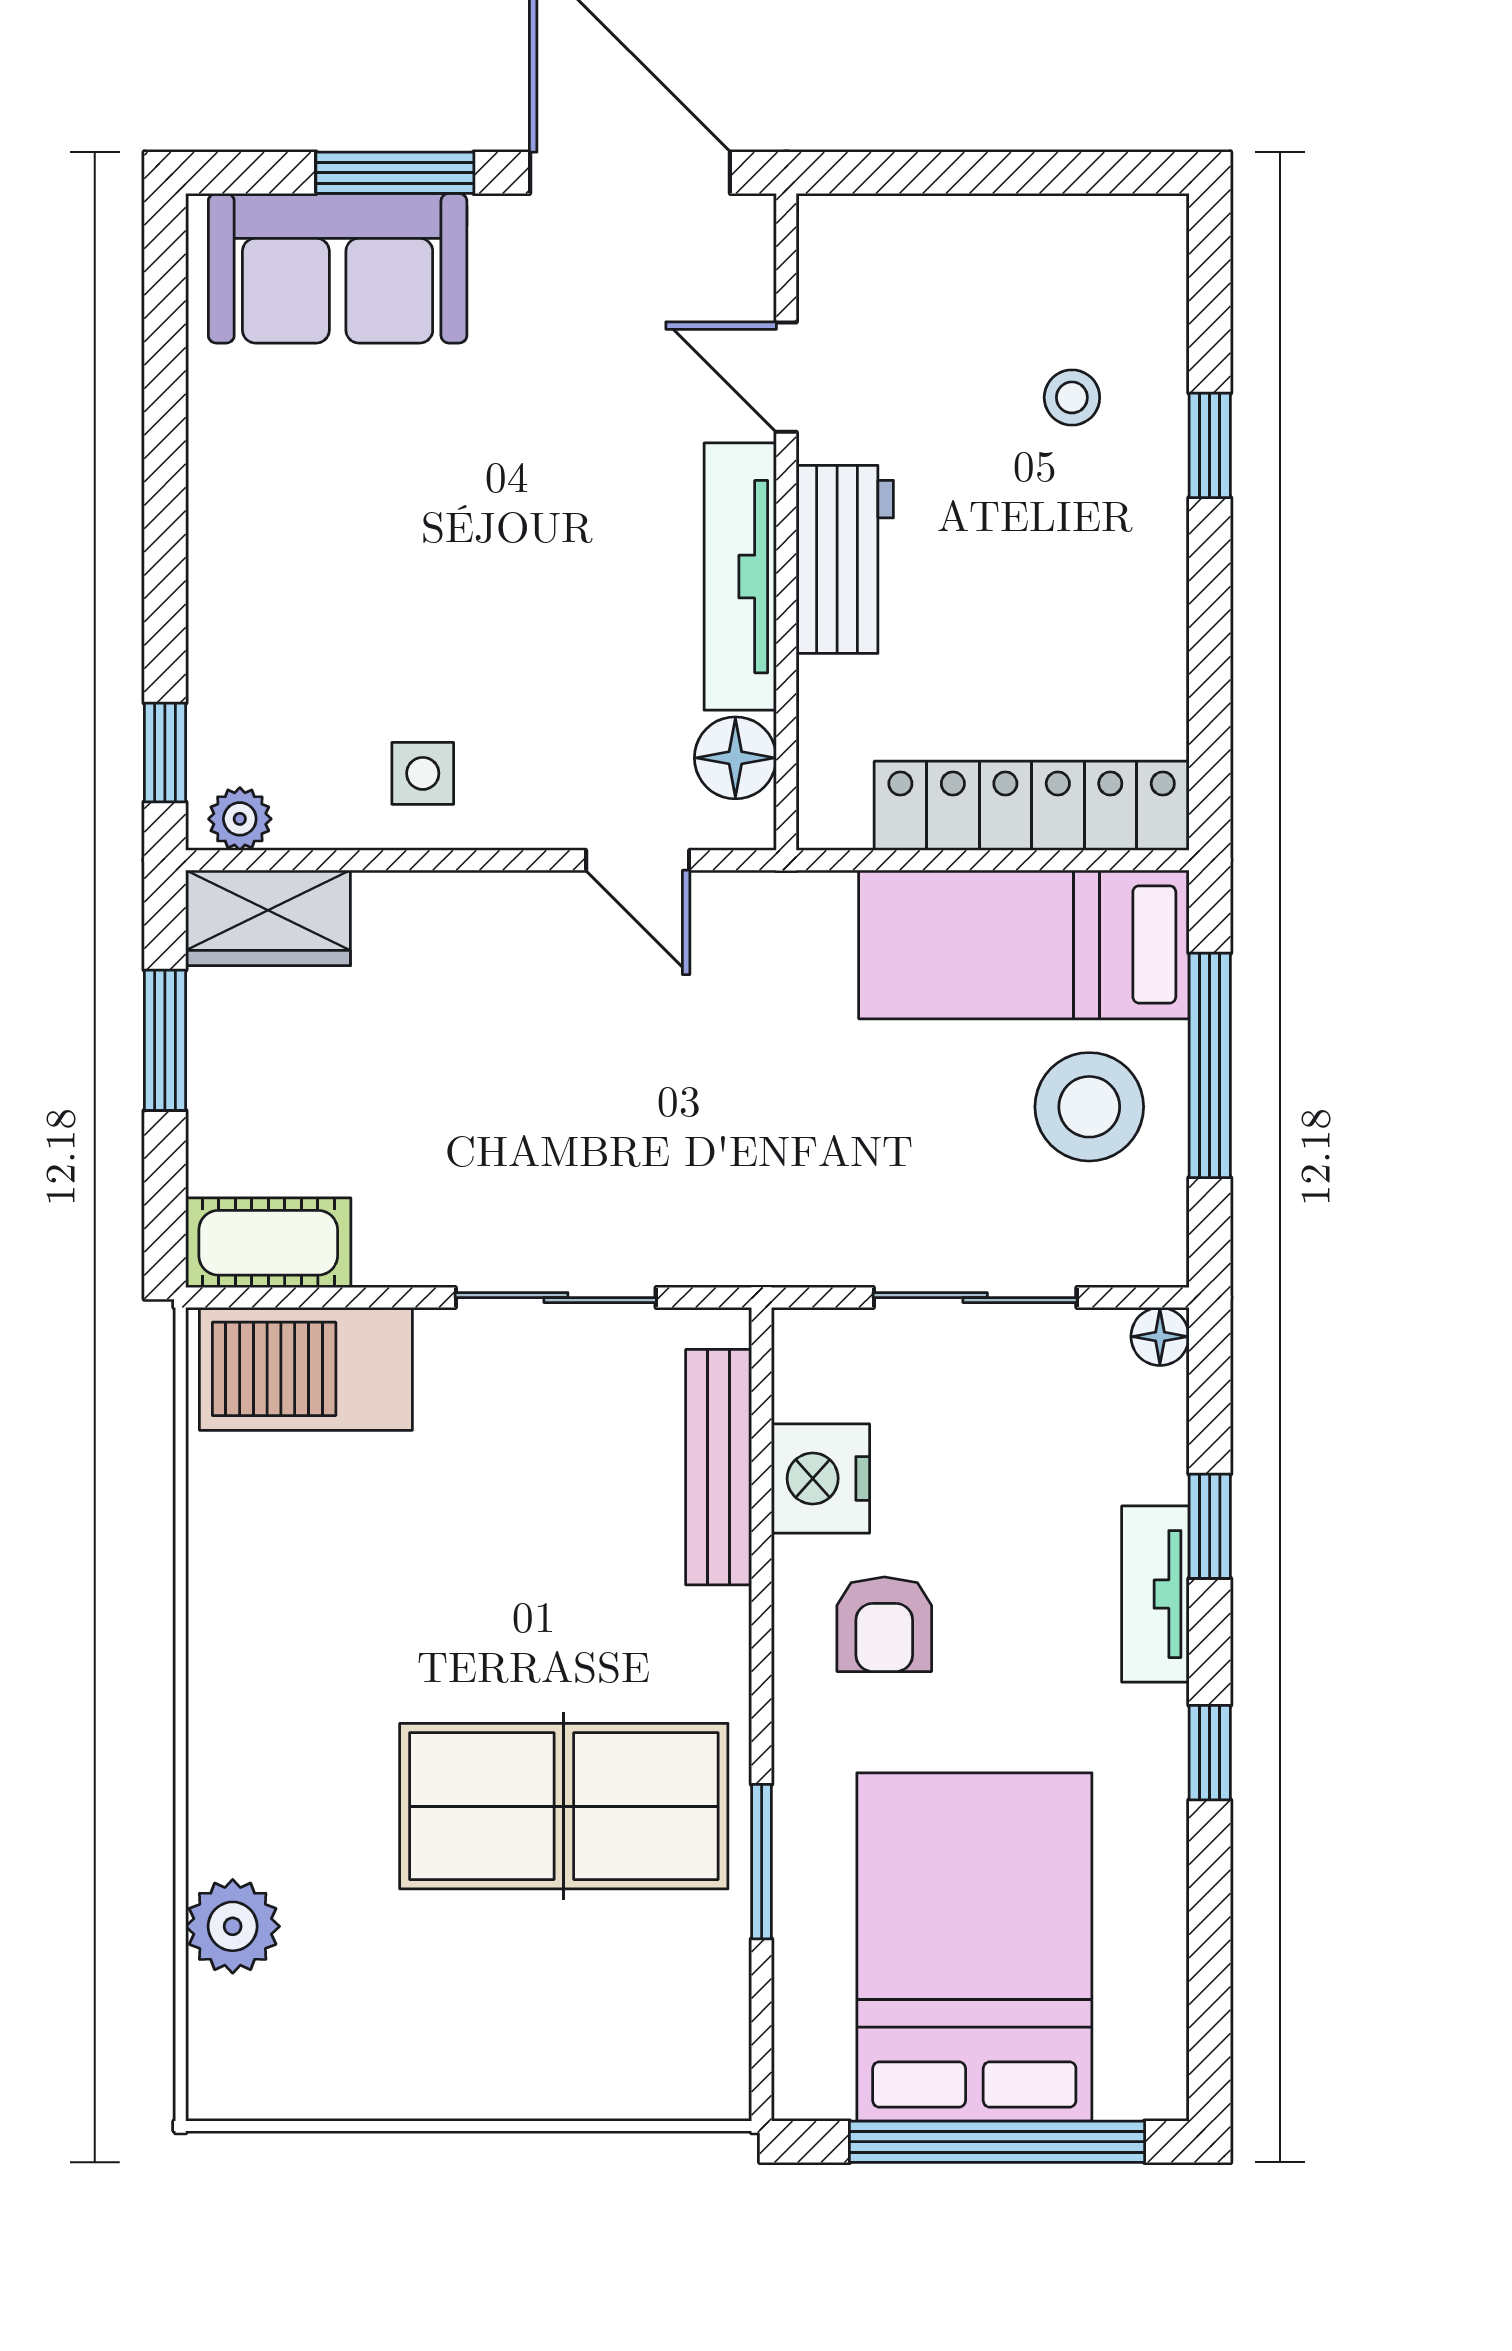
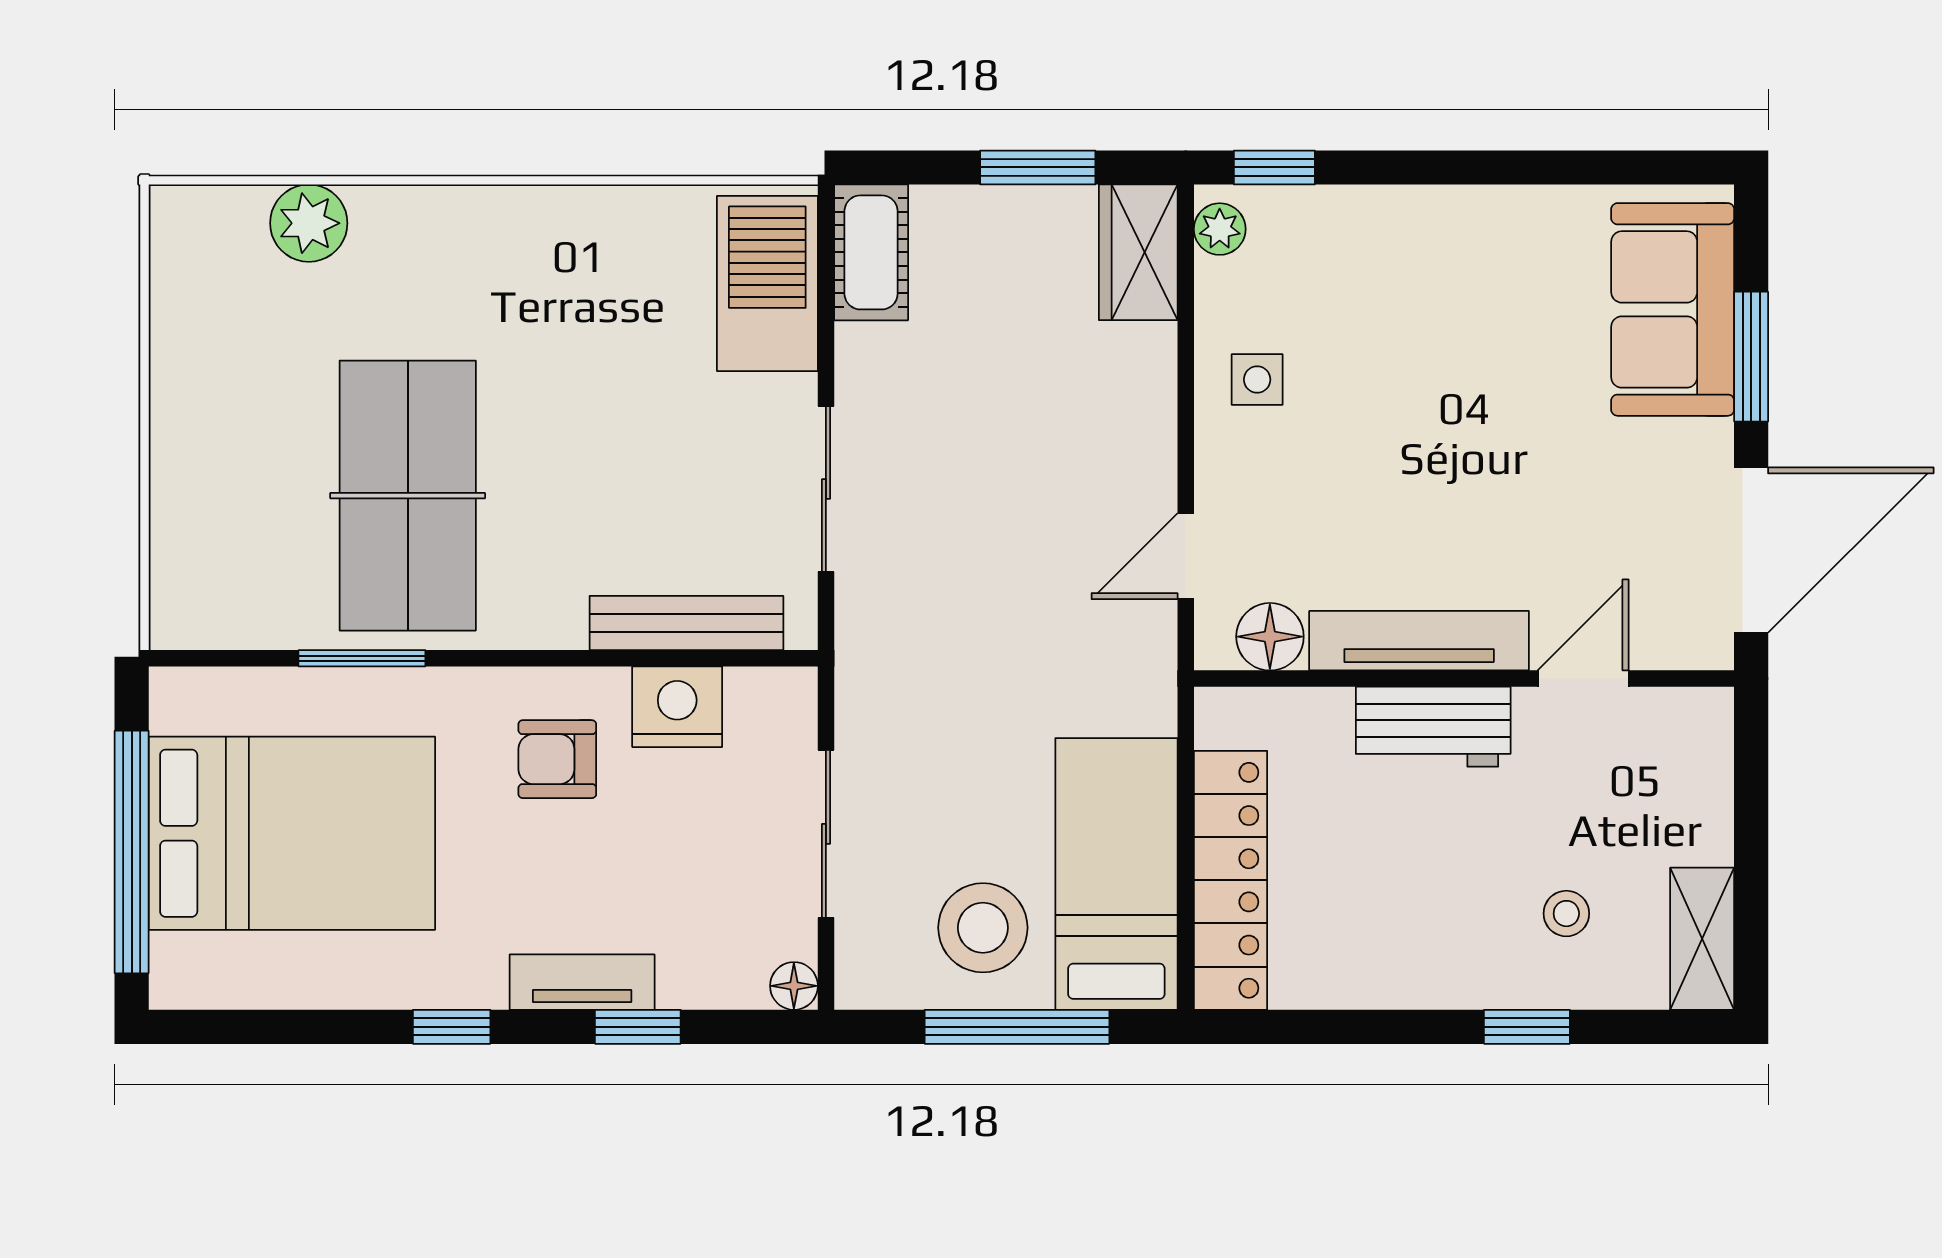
shelving: (1103, 232) -> (1702, 939), added

